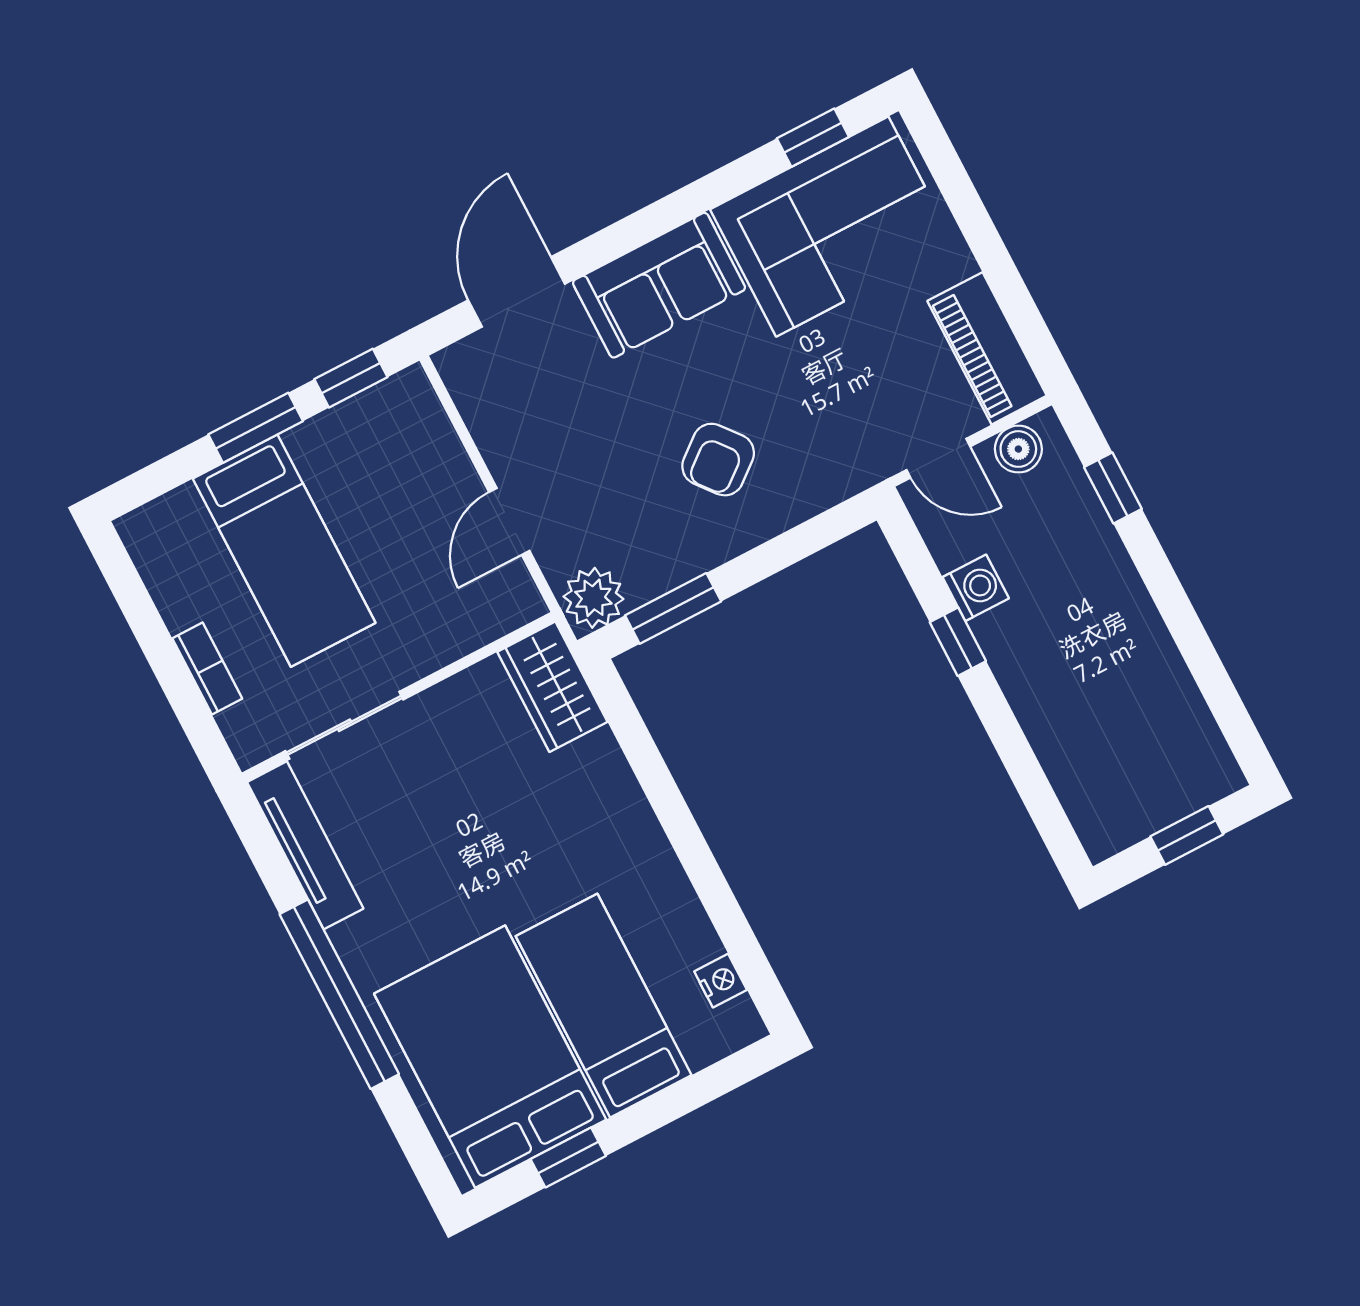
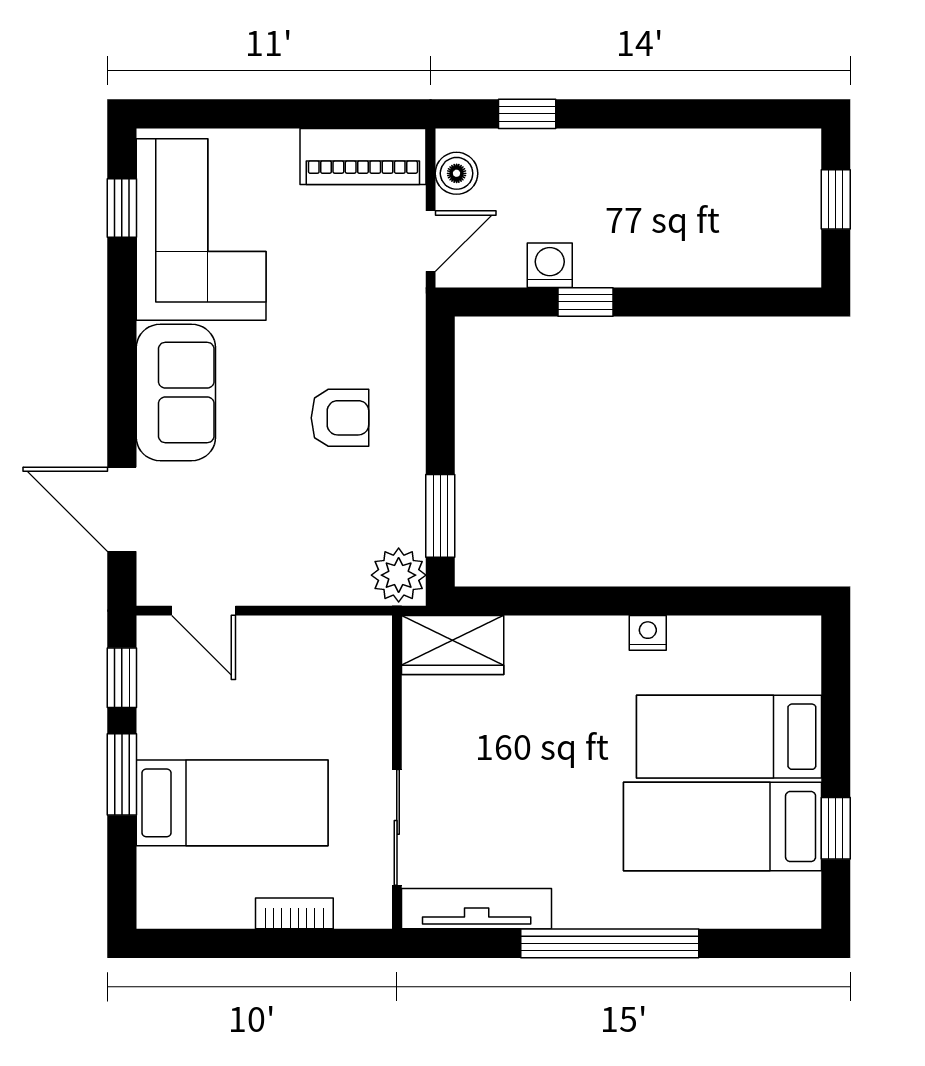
armchair: (718, 460) -> (340, 418), turned -51
door: (509, 521) -> (204, 611), moved
nightstand: (721, 981) -> (648, 633), moved
bed: (490, 1057) -> (722, 827), width x0.67

